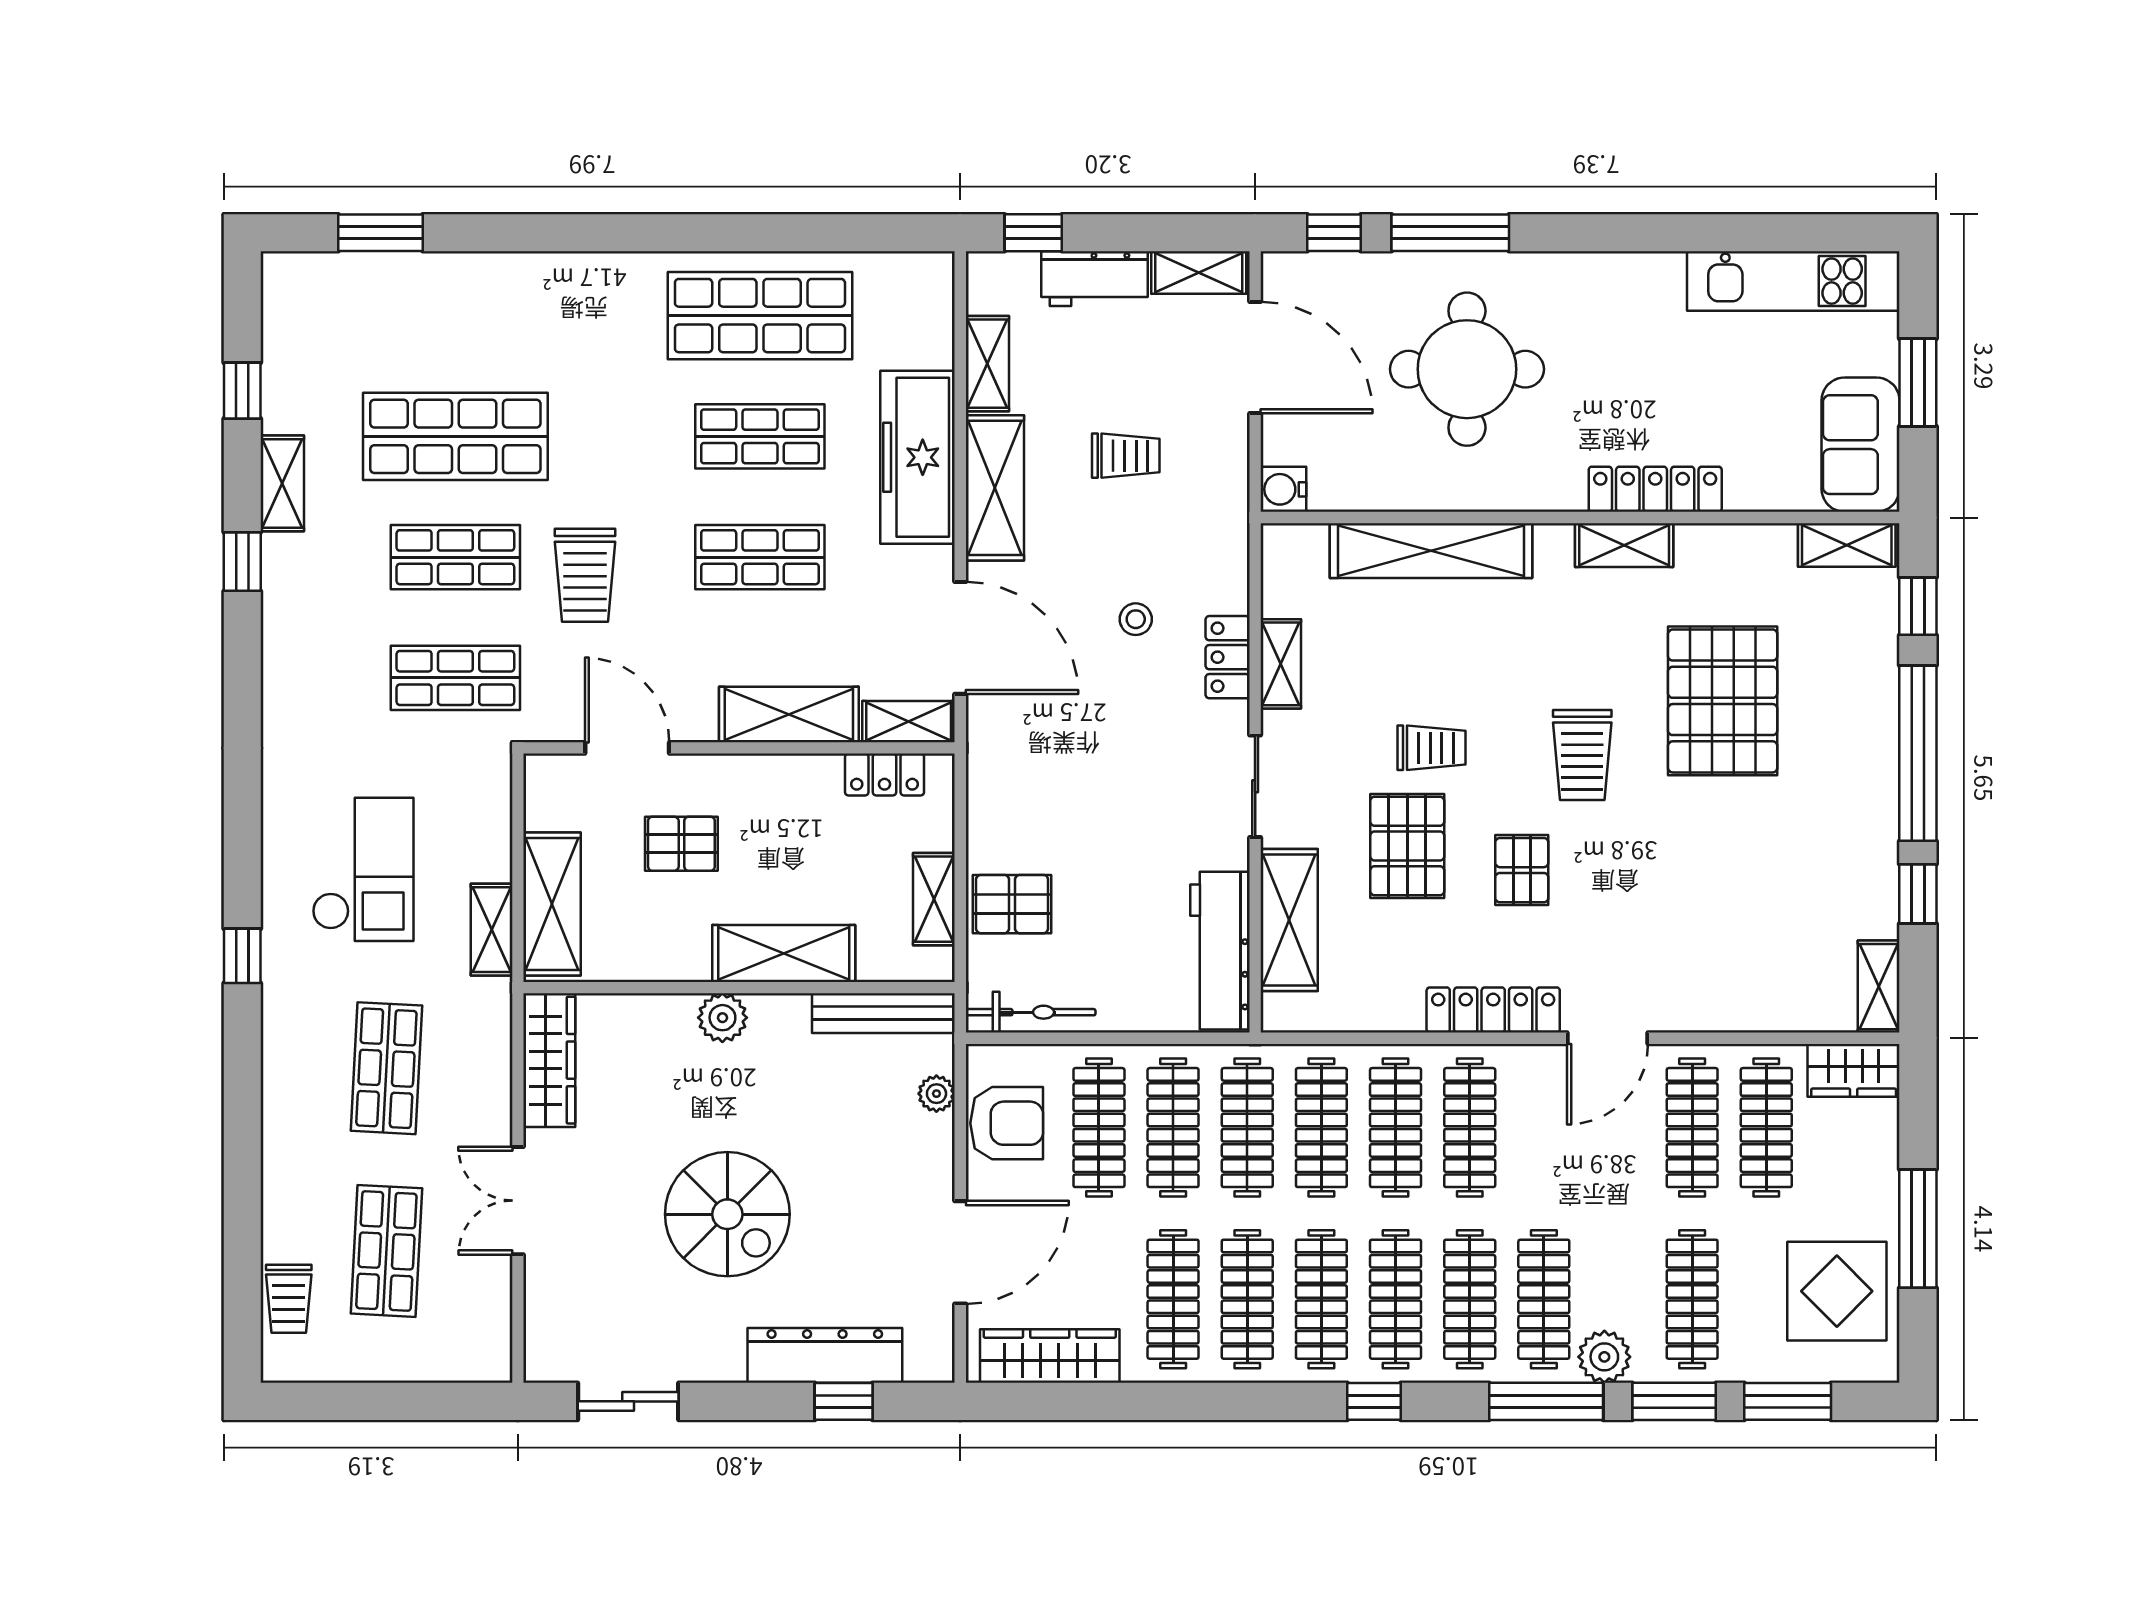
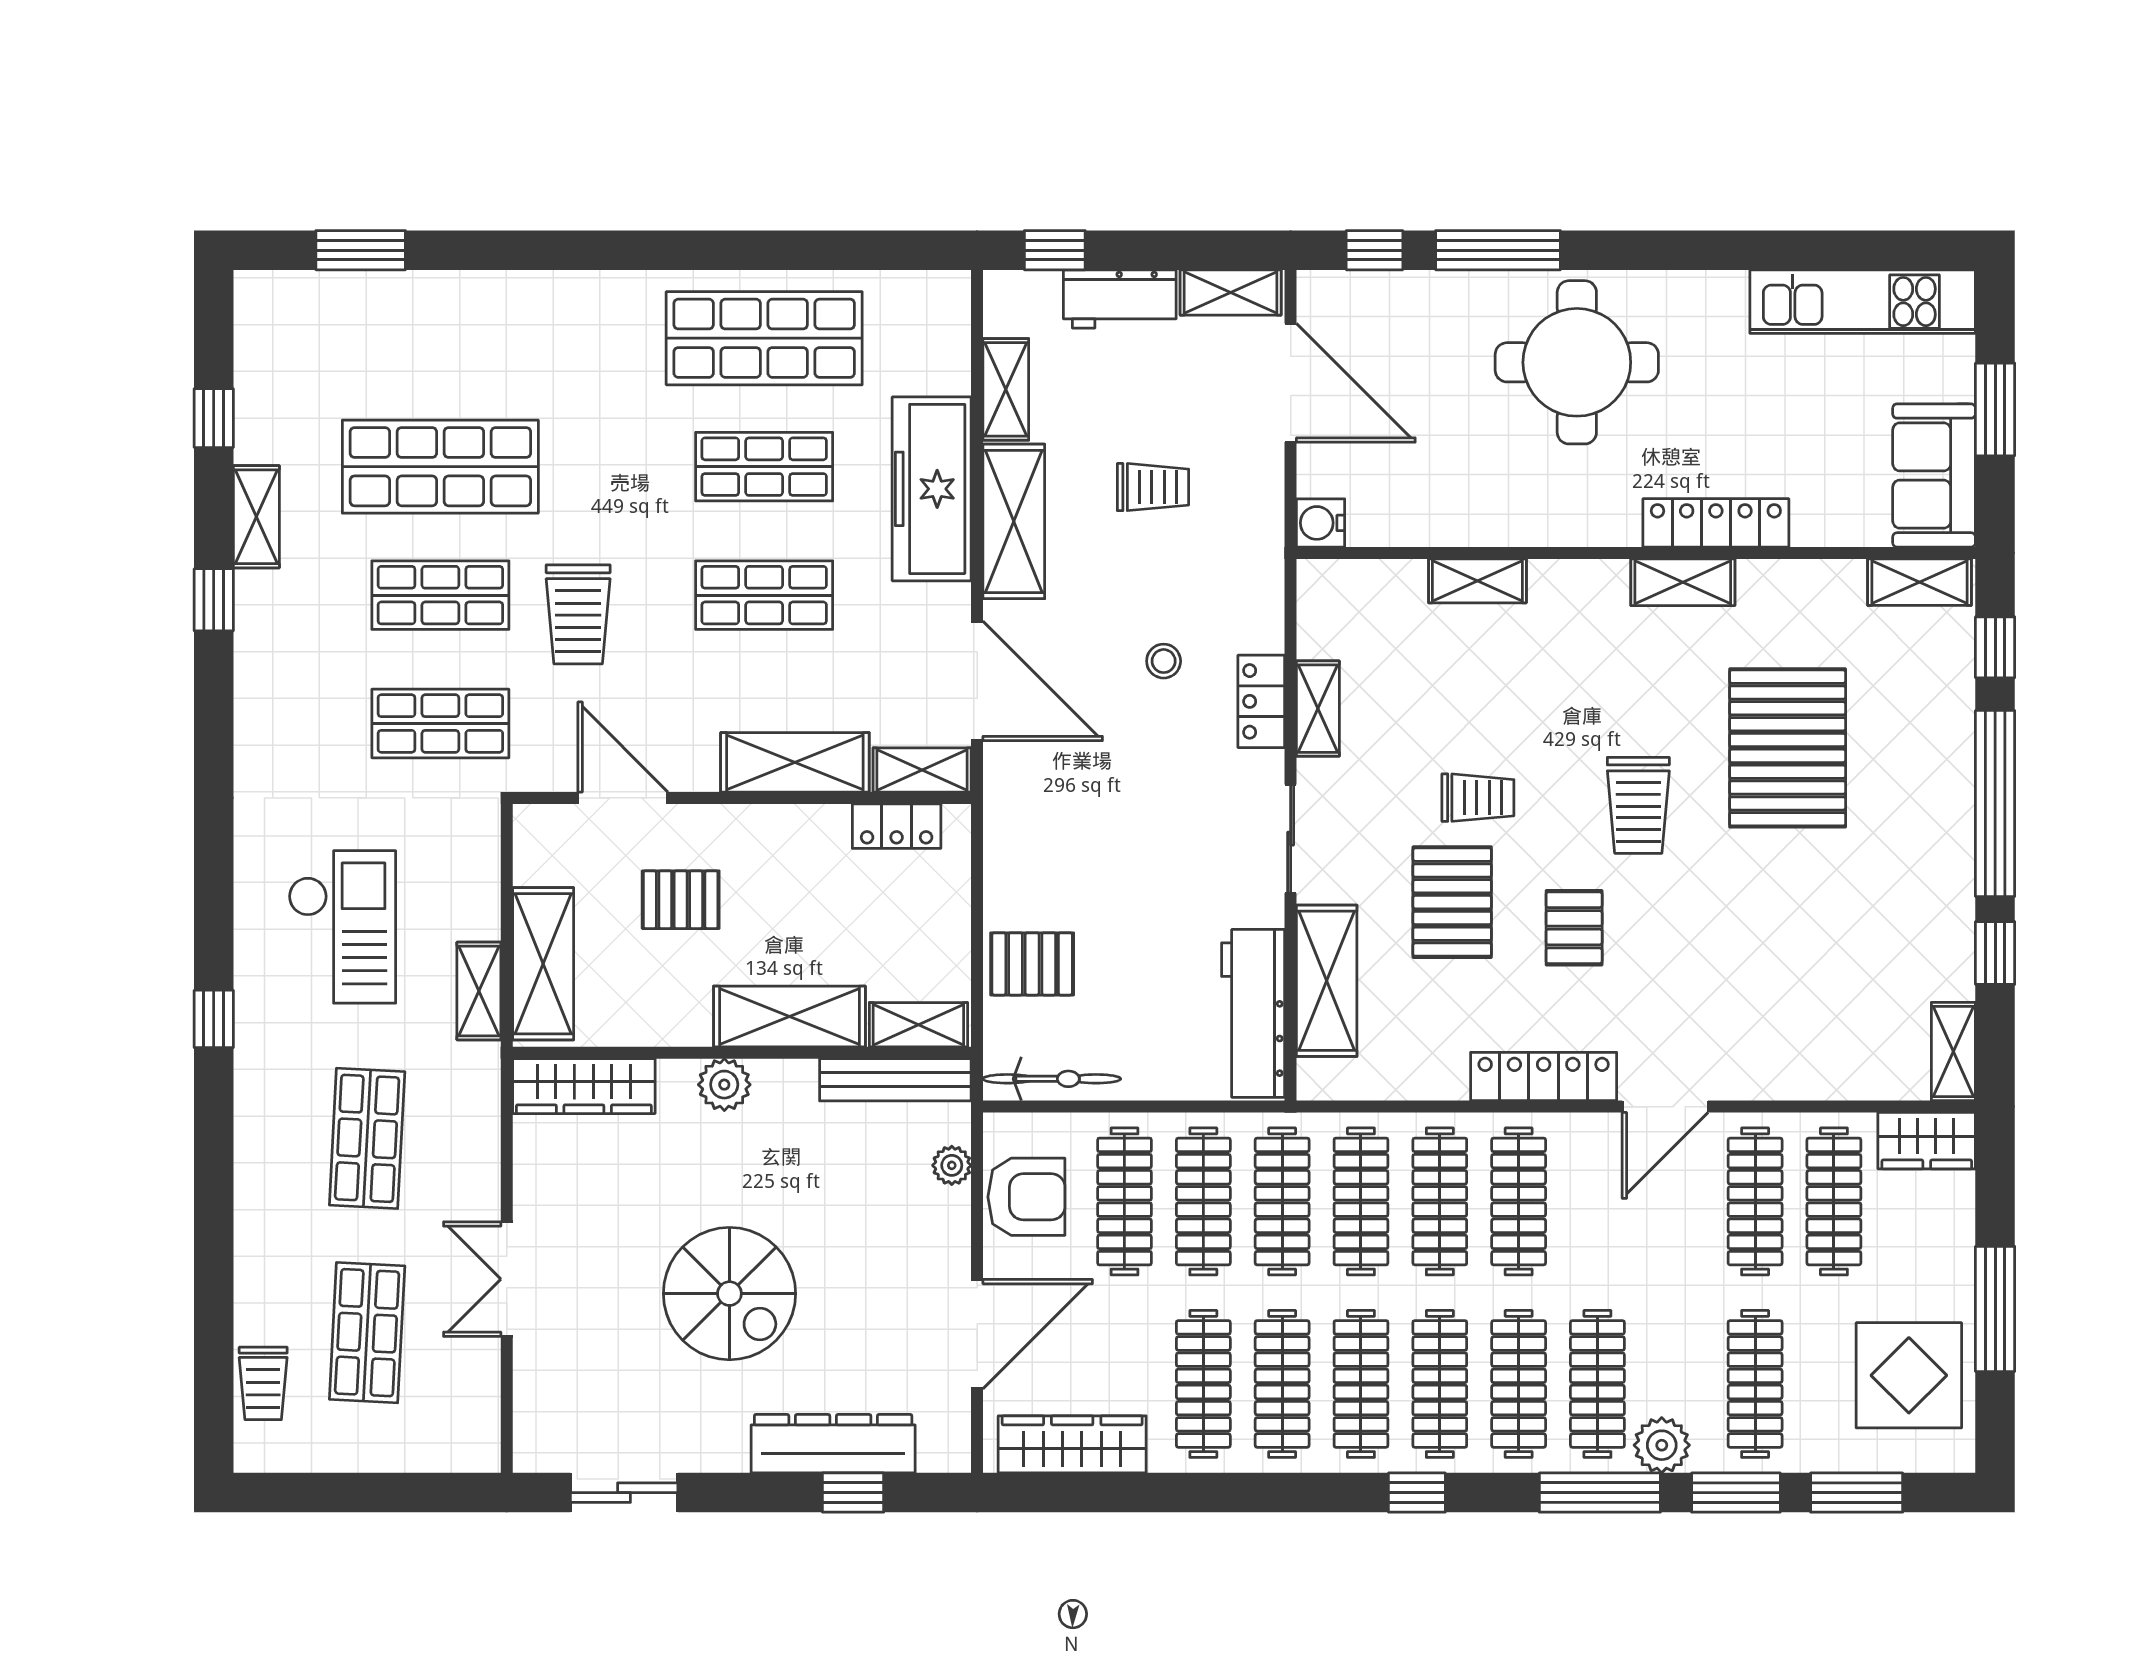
round table: (1467, 369) -> (1577, 362), moved
shelving: (1431, 551) -> (1477, 581), width x0.45, depth x0.75
shelving: (934, 899) -> (918, 1025), moved, turned 90
wardrobe: (549, 1060) -> (584, 1086), moved, turned 90

